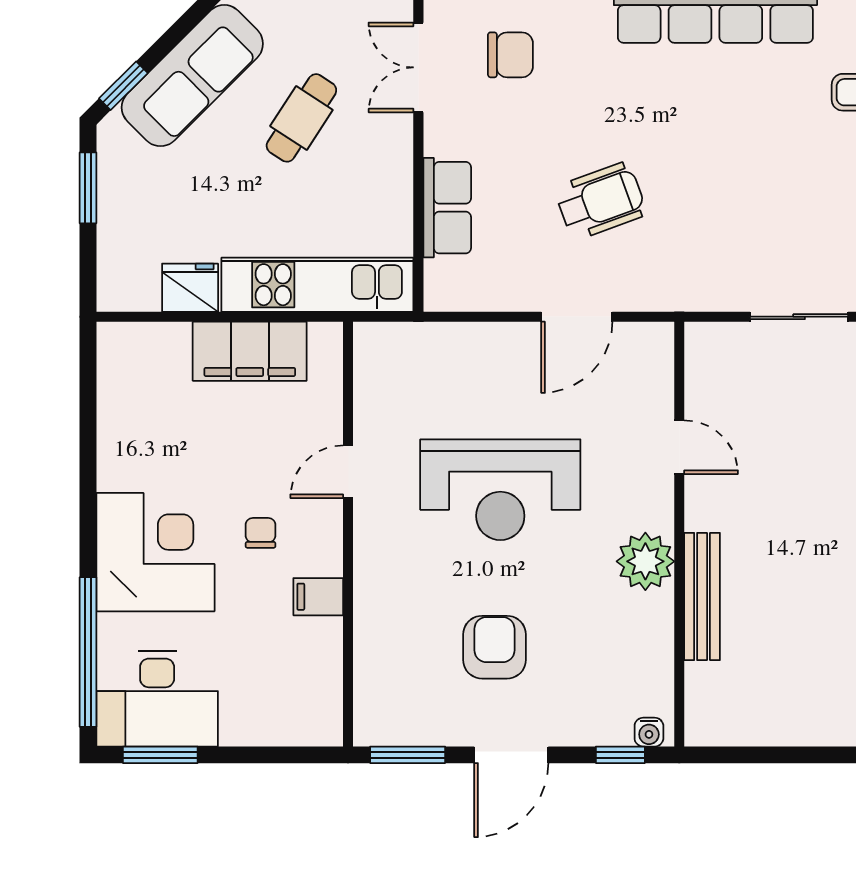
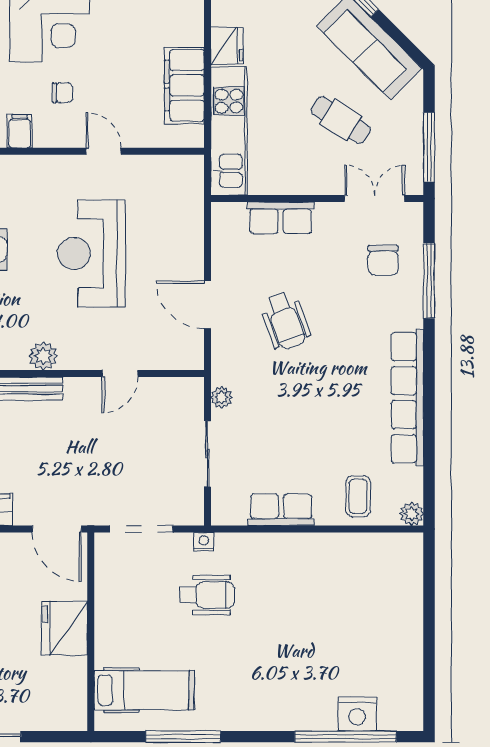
plant: (715, 296) -> (222, 397), added
plant: (645, 561) -> (43, 356), width x0.73, depth x0.73

